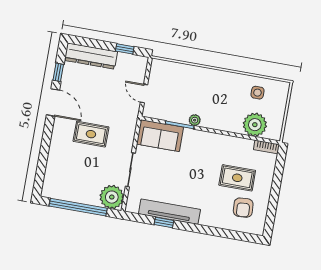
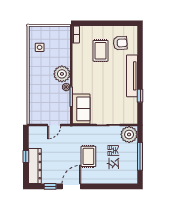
window: (125, 49) -> (26, 157), moved
plant: (255, 125) -> (62, 74), moved
window: (78, 207) -> (140, 156), width x0.68
tv unit: (169, 212) -> (132, 76), moved

